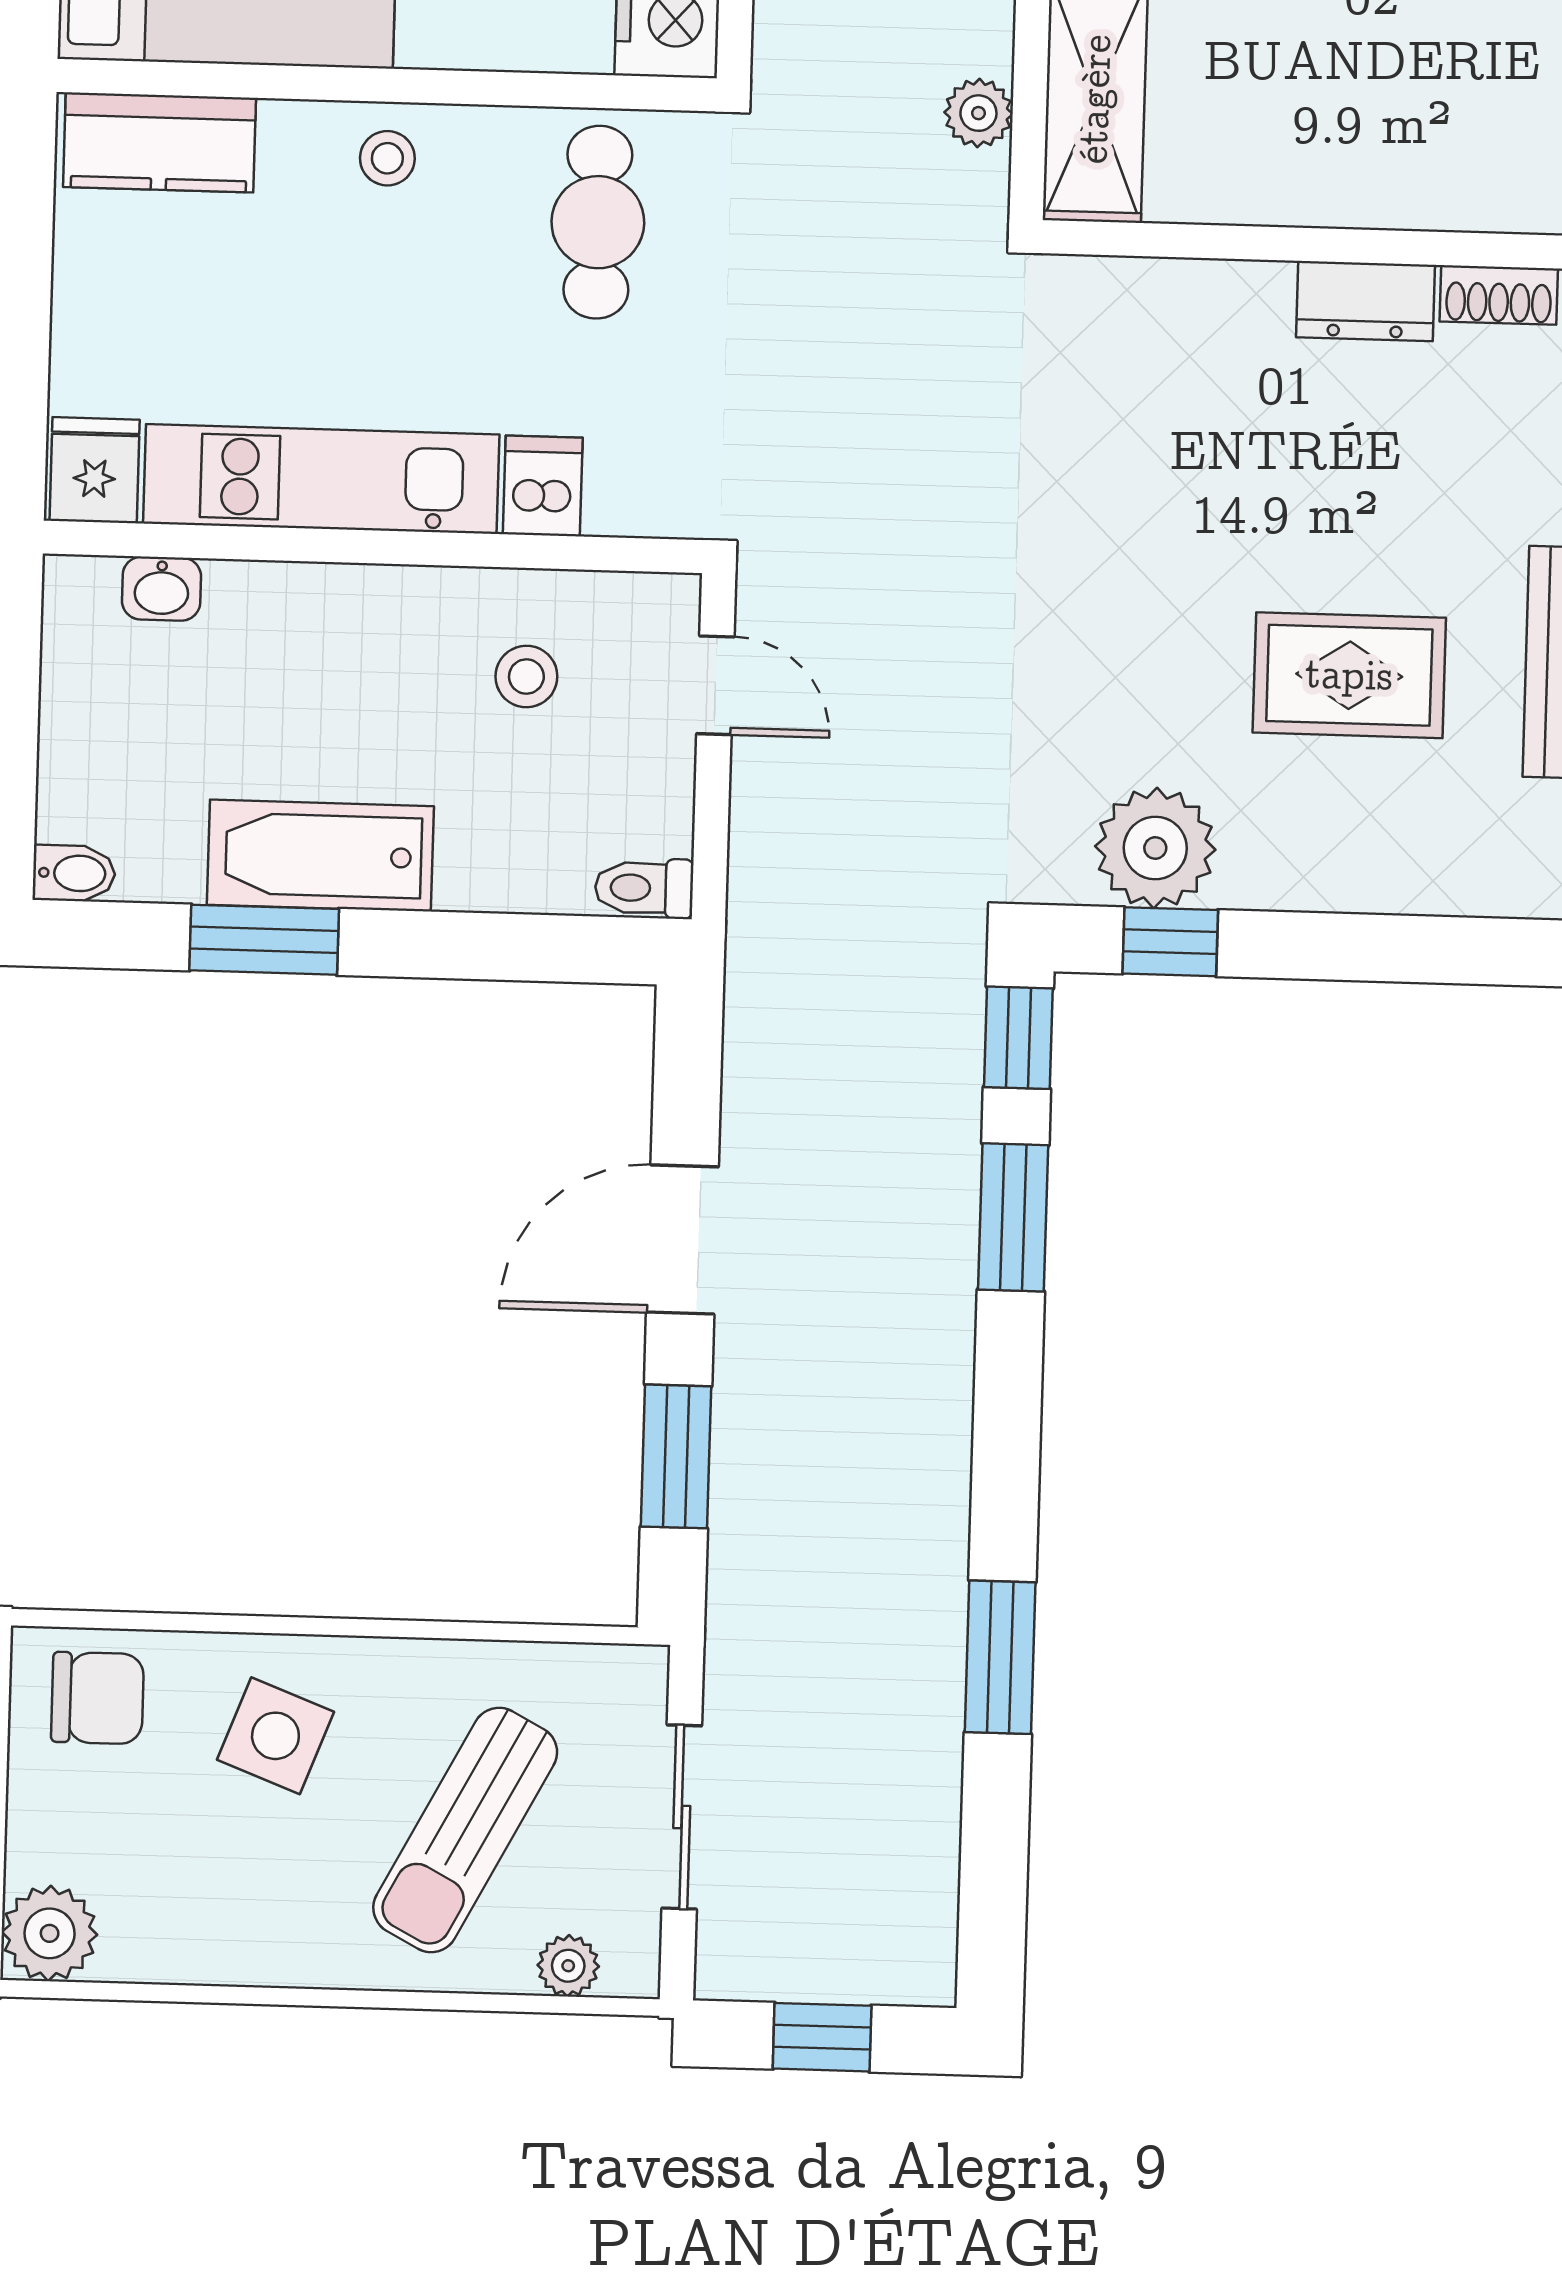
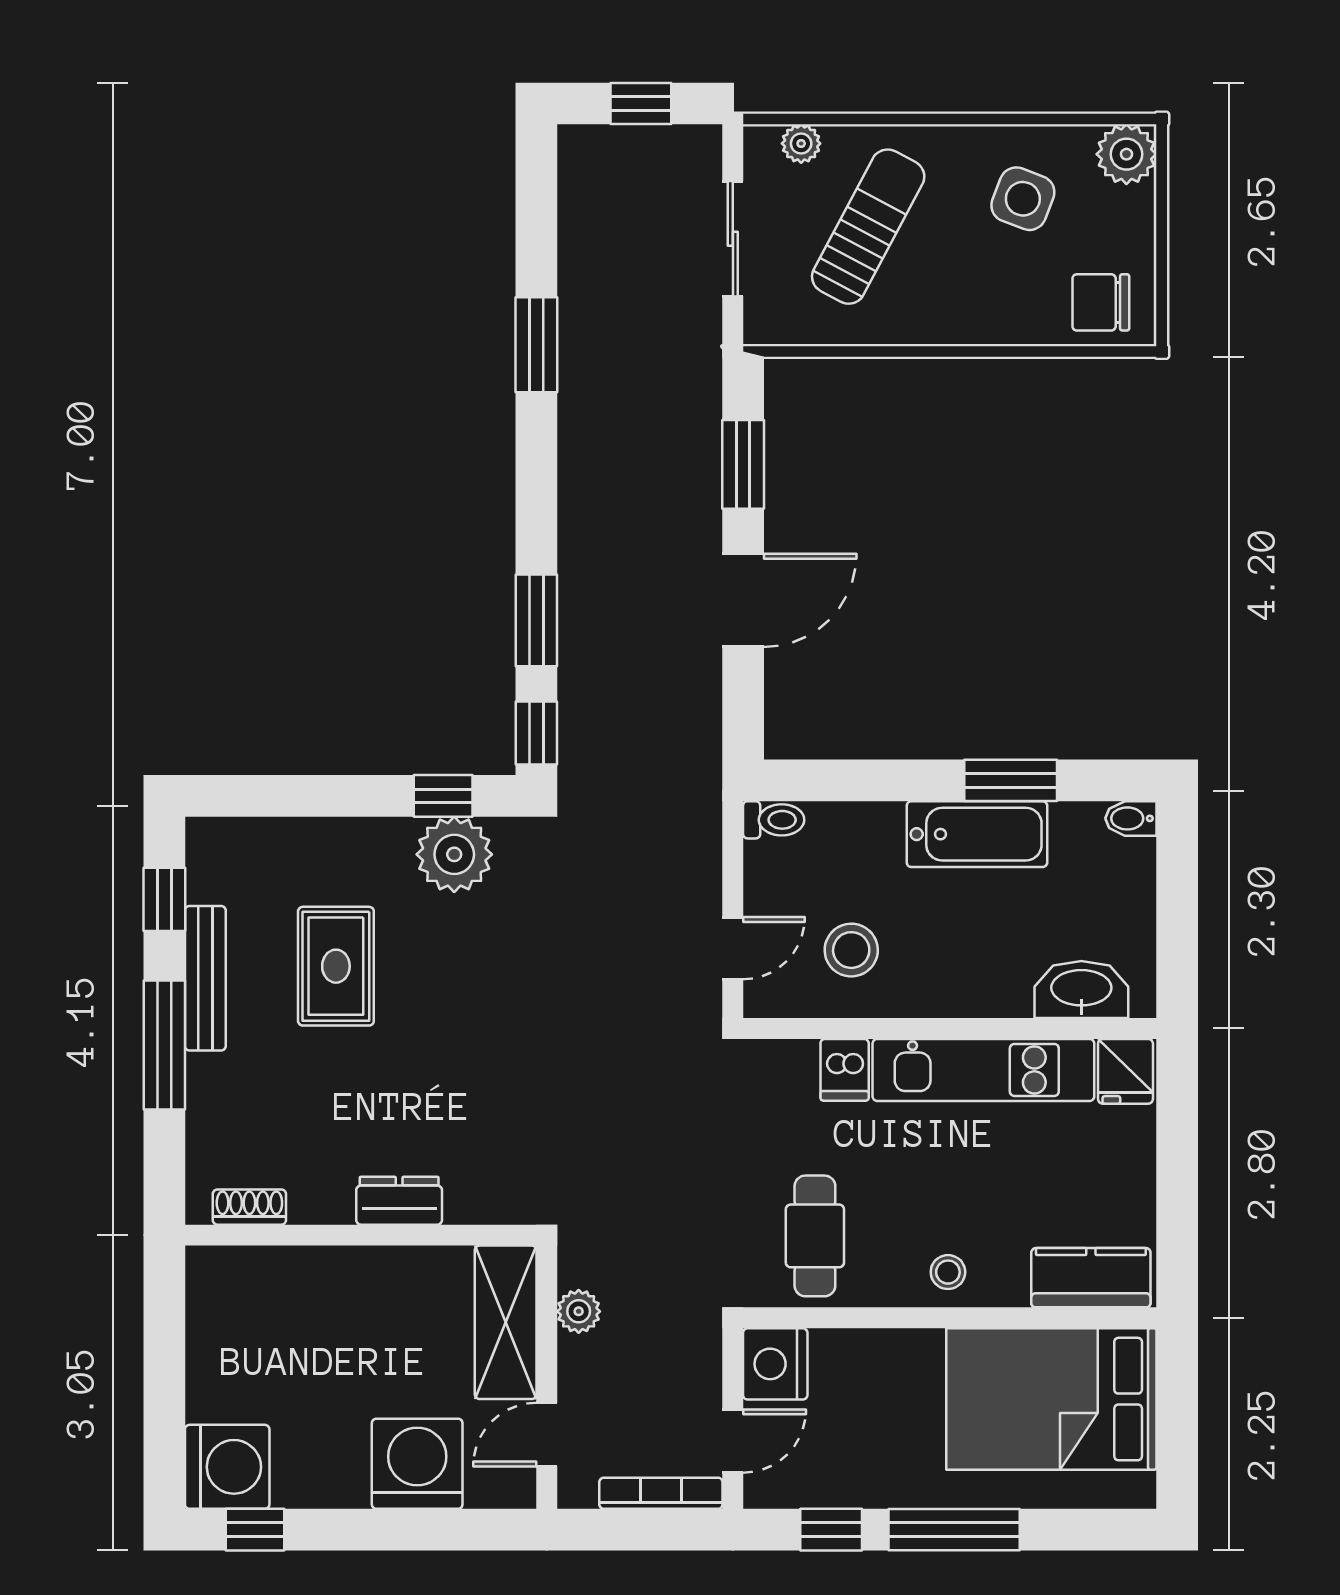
dresser: (1365, 301) -> (399, 1201), moved
washbasin: (162, 589) -> (1081, 989), width x1.91, depth x1.45
rug: (1349, 675) -> (336, 966), turned 90
stool: (526, 676) -> (851, 950), width x1.37, depth x1.37
door: (715, 685) -> (733, 948), swing flipped
side table: (275, 1736) -> (1023, 199), moved

